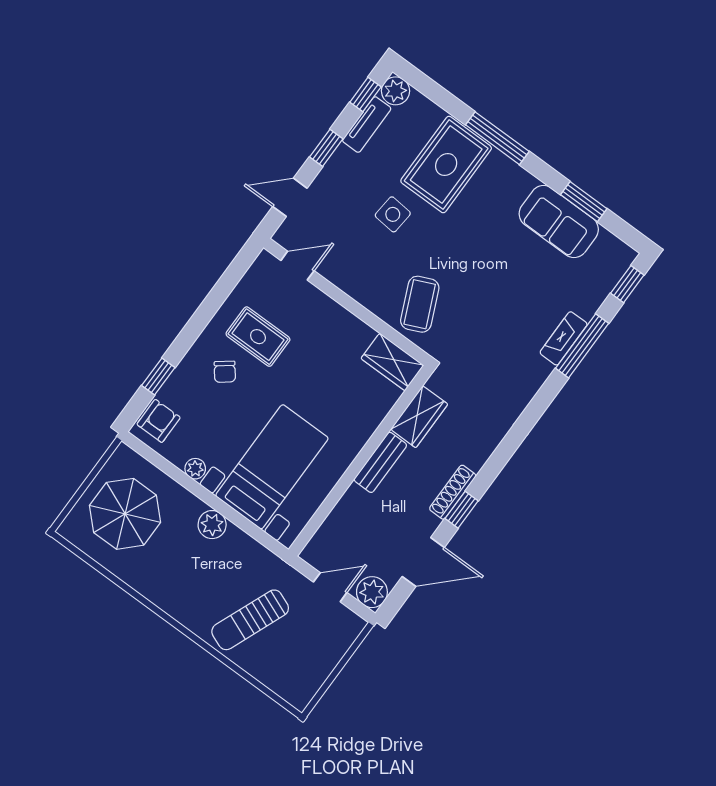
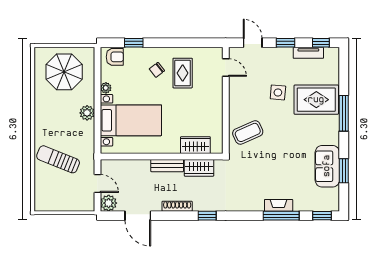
plant: (396, 91) -> (332, 55), removed
wardrobe: (392, 362) -> (195, 145), moved, turned 90
window: (462, 510) -> (207, 216), moved

